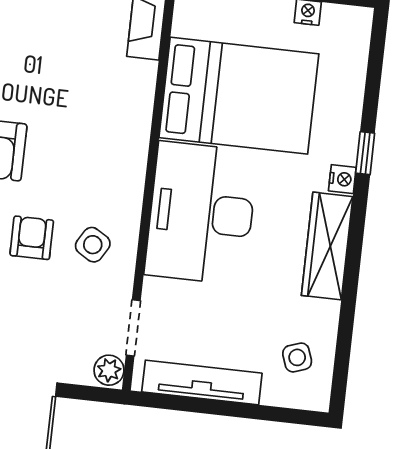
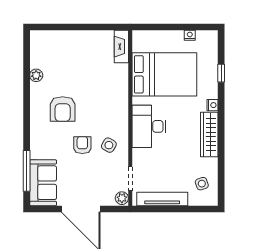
window: (365, 153) -> (221, 73), moved
desk: (201, 213) -> (149, 126), width x0.73, depth x0.77

